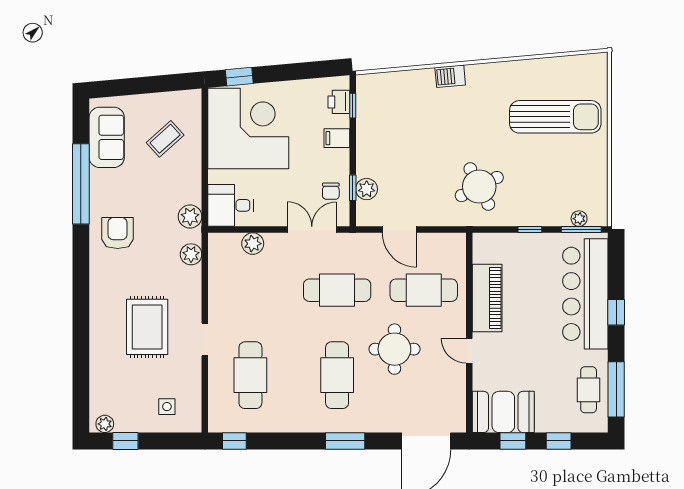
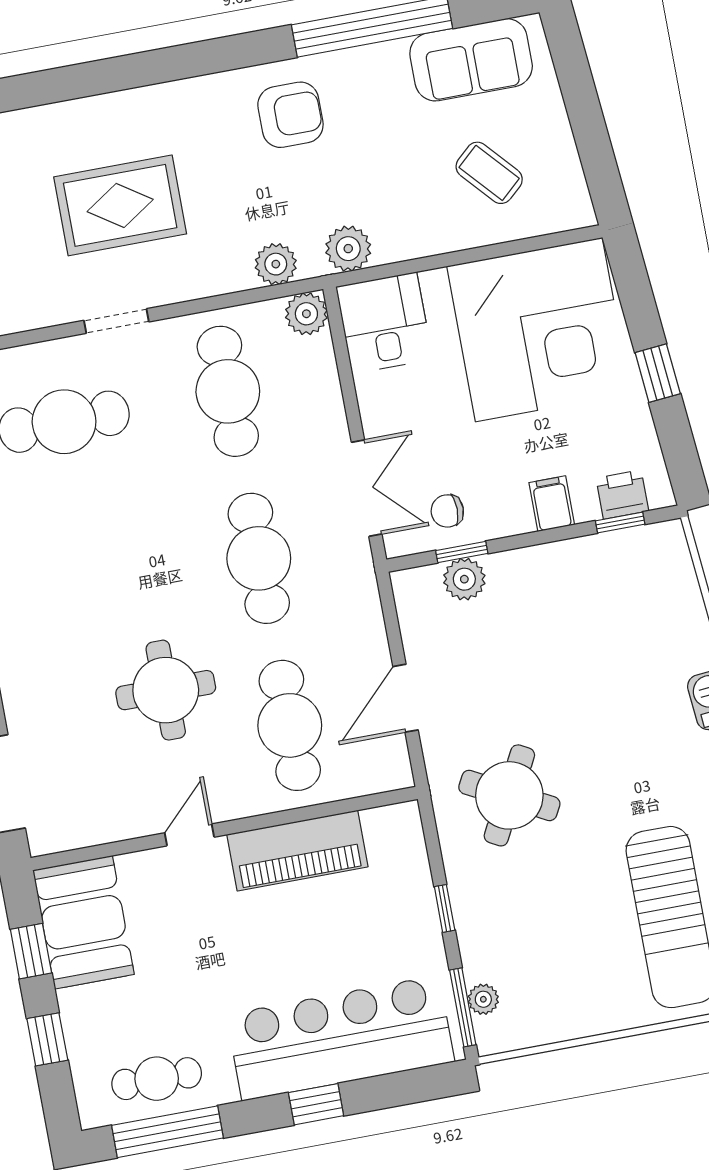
window: (239, 77) -> (658, 373), moved
round table: (479, 187) -> (509, 795), turned -35
door: (399, 230) -> (406, 698), moved
plant: (253, 244) -> (306, 314), moved
cafe table: (337, 375) -> (228, 391), moved, turned 90

